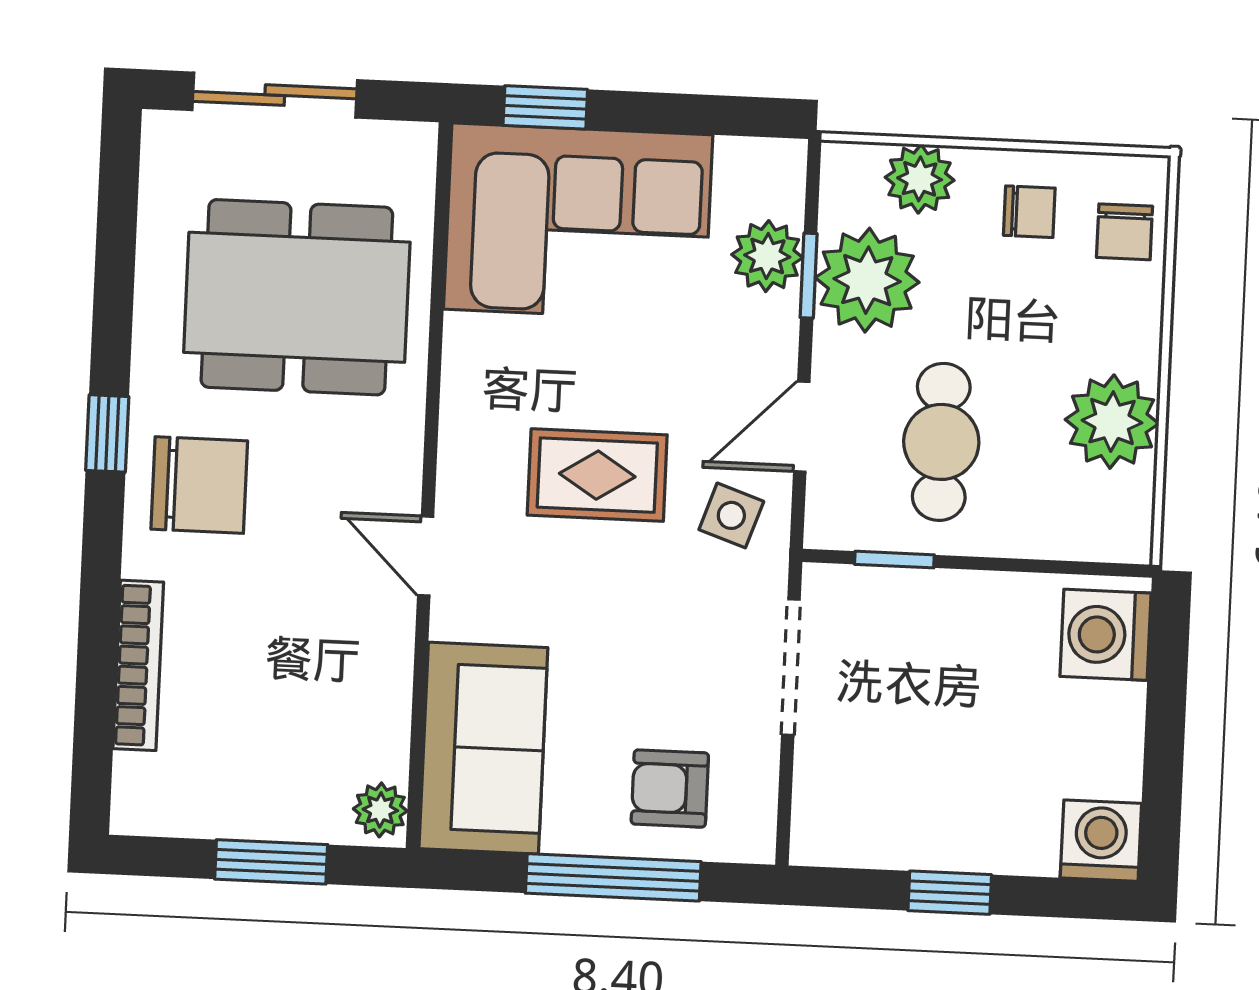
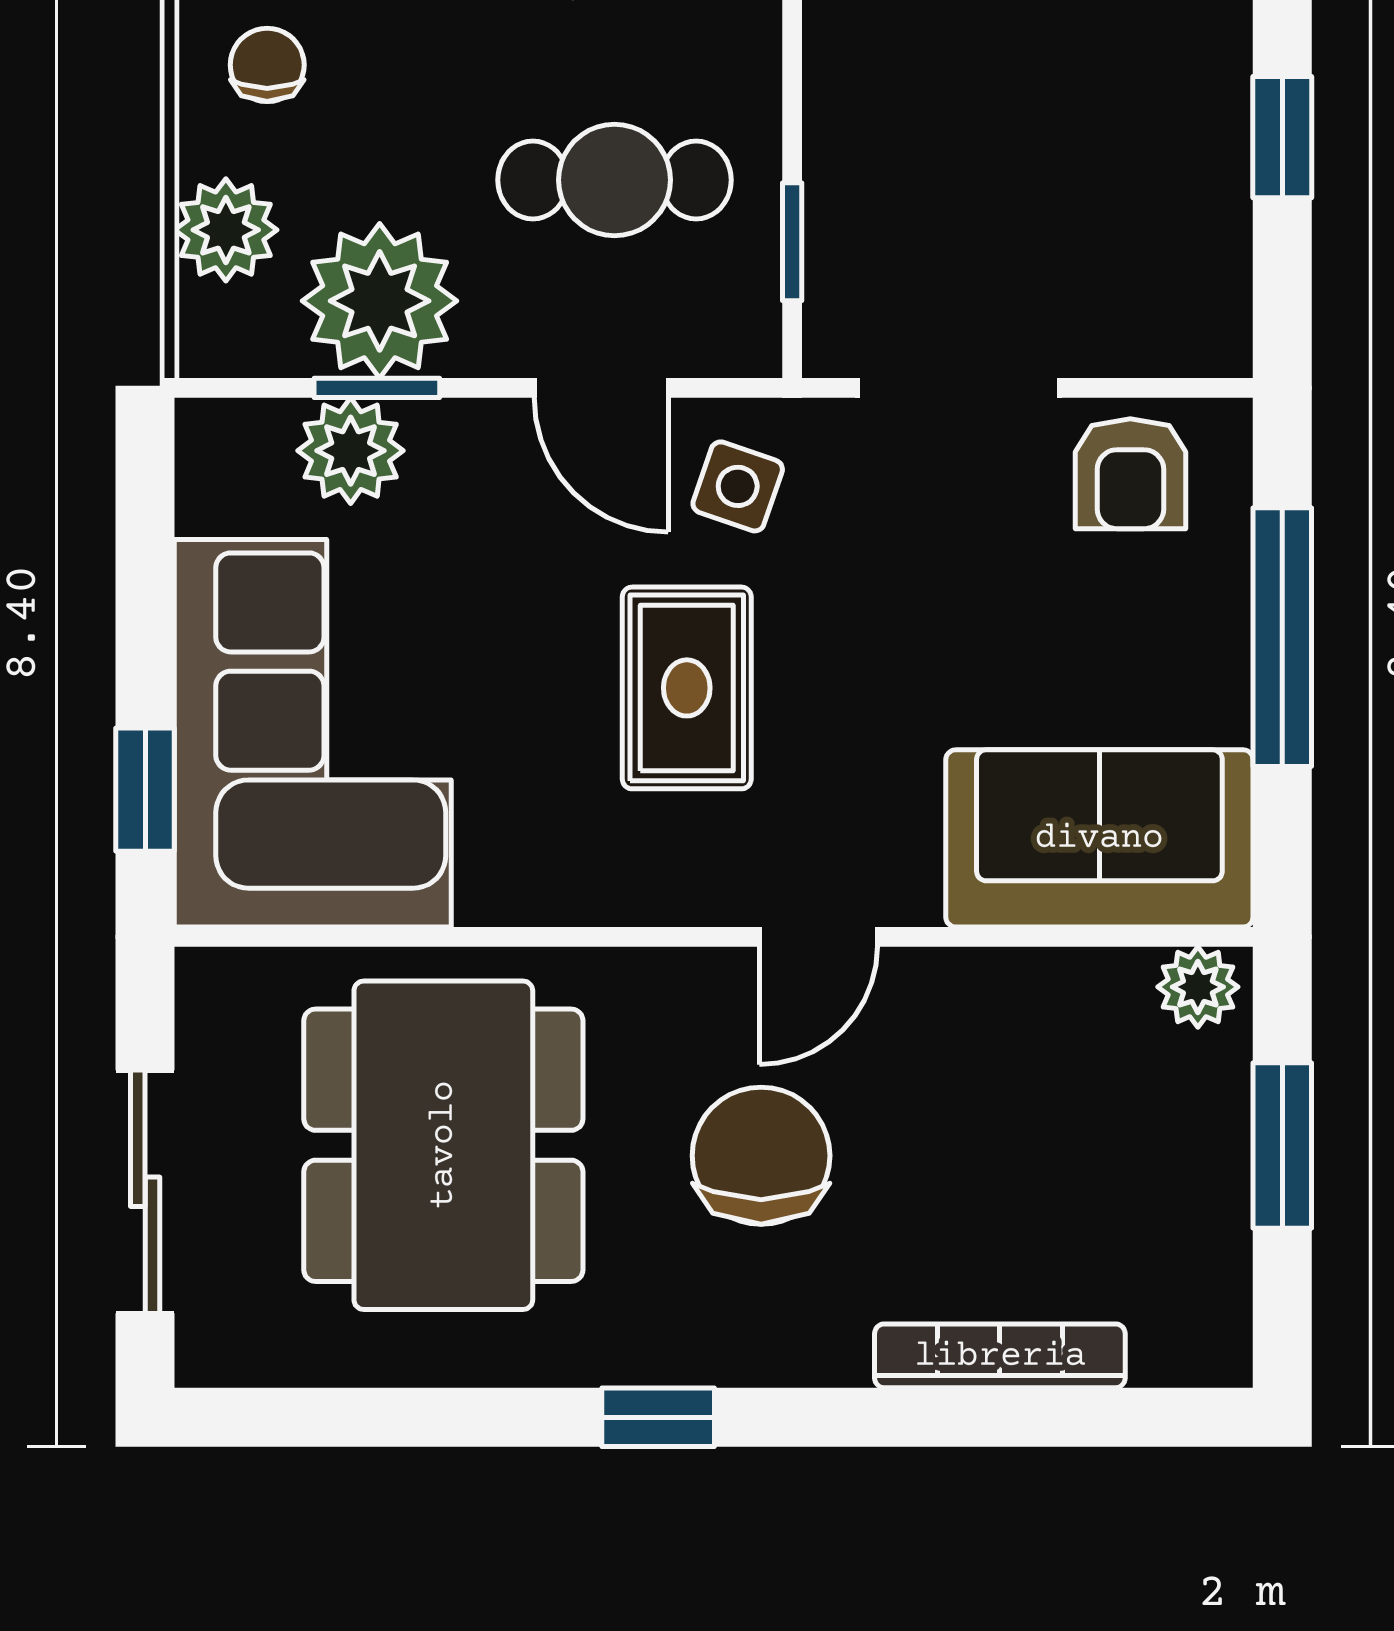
chair: (199, 485) -> (761, 1156), moved
armchair: (670, 788) -> (1130, 474), moved

